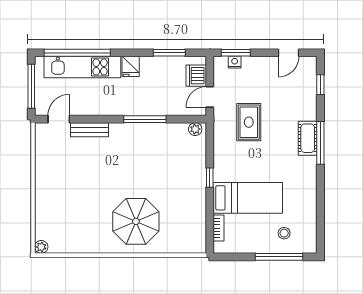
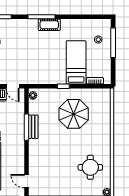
rug: (249, 122) -> (28, 62), removed
bench: (90, 130) -> (33, 127), moved
cot: (308, 138) -> (49, 25), moved
round table: (81, 221) -> (90, 167), added
parasol: (136, 221) -> (74, 114), moved

